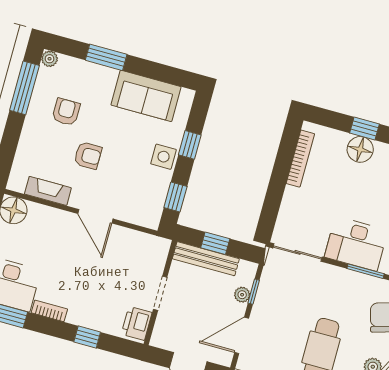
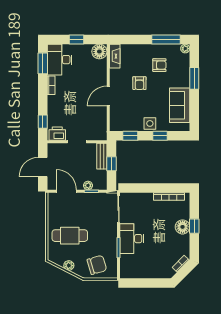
fireplace: (48, 191) -> (115, 56), moved
bench: (206, 259) -> (102, 156), width x0.73
window: (87, 337) -> (43, 122), moved

